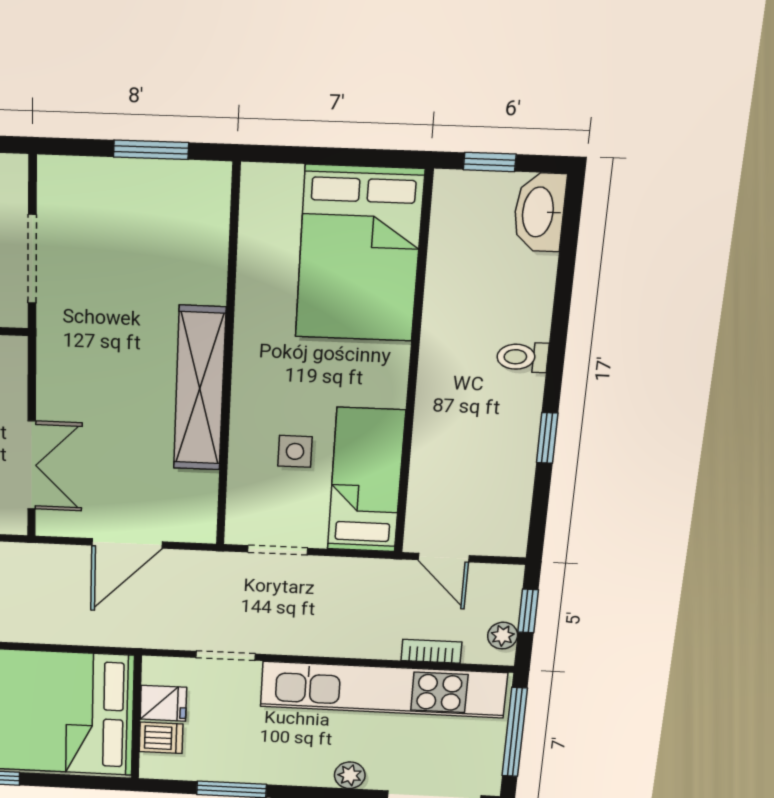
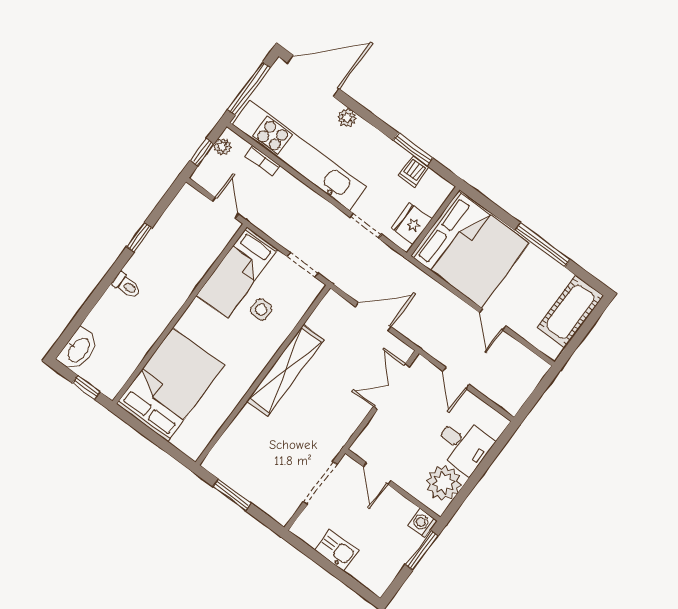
fridge: (163, 703) -> (412, 224), width x1.38
dishwasher: (161, 738) -> (414, 172), moved, turned -90

